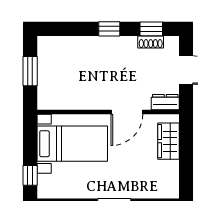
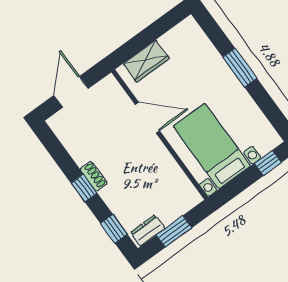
window: (151, 29) -> (114, 229), moved
shoe rack: (151, 42) -> (94, 176), moved
dresser: (165, 102) -> (148, 230), moved, turned 90

